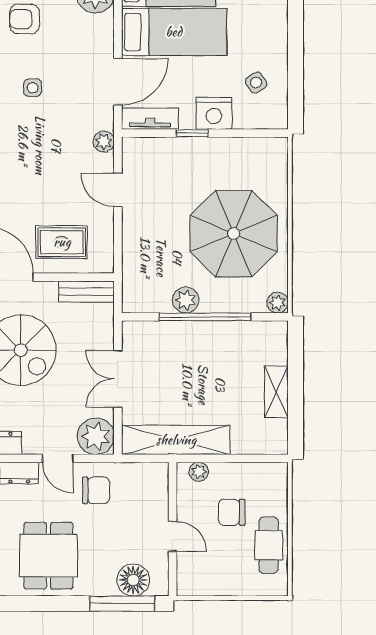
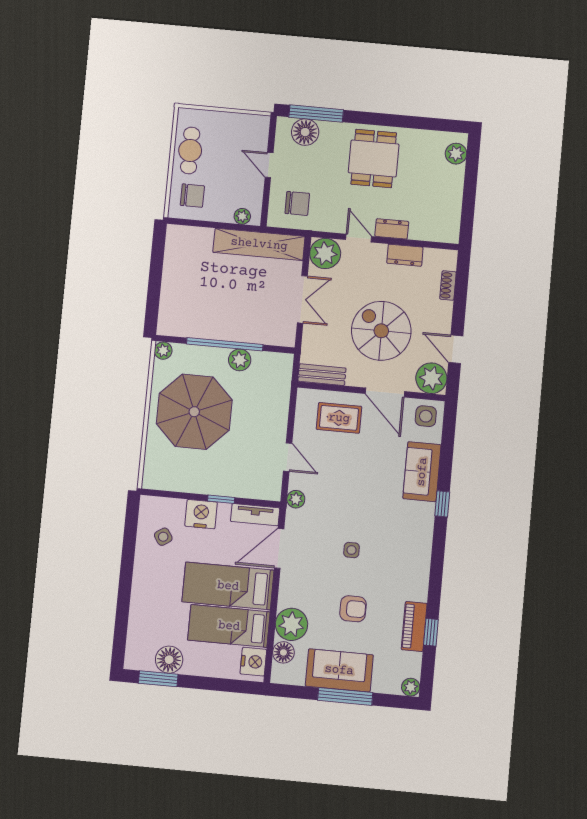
shelving: (276, 392) -> (171, 277), removed
chair: (96, 490) -> (297, 203), moved, turned 180
chair: (232, 512) -> (192, 196), moved

